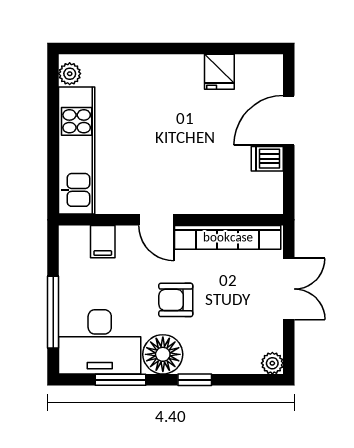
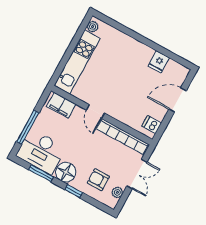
dishwasher: (267, 159) -> (152, 125), moved
filing cabinet: (103, 242) -> (61, 105), width x2.00
armchair: (176, 300) -> (98, 180), moved
plant: (272, 363) -> (117, 192), moved

